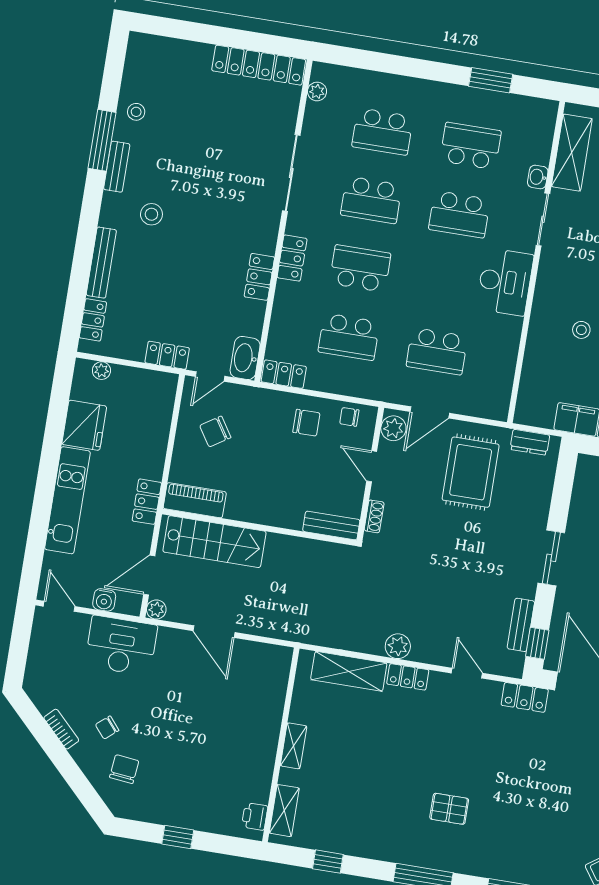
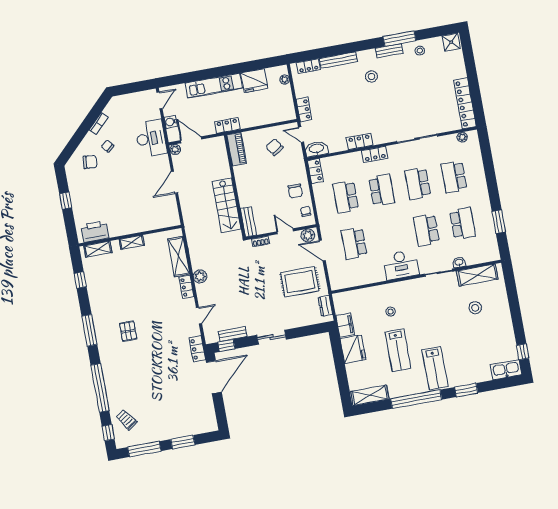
shower: (141, 51) -> (451, 42), added
door: (372, 466) -> (285, 231), hinge flipped
stairs: (214, 542) -> (227, 205), moved
printer: (255, 816) -> (95, 232), width x1.87, depth x1.48

